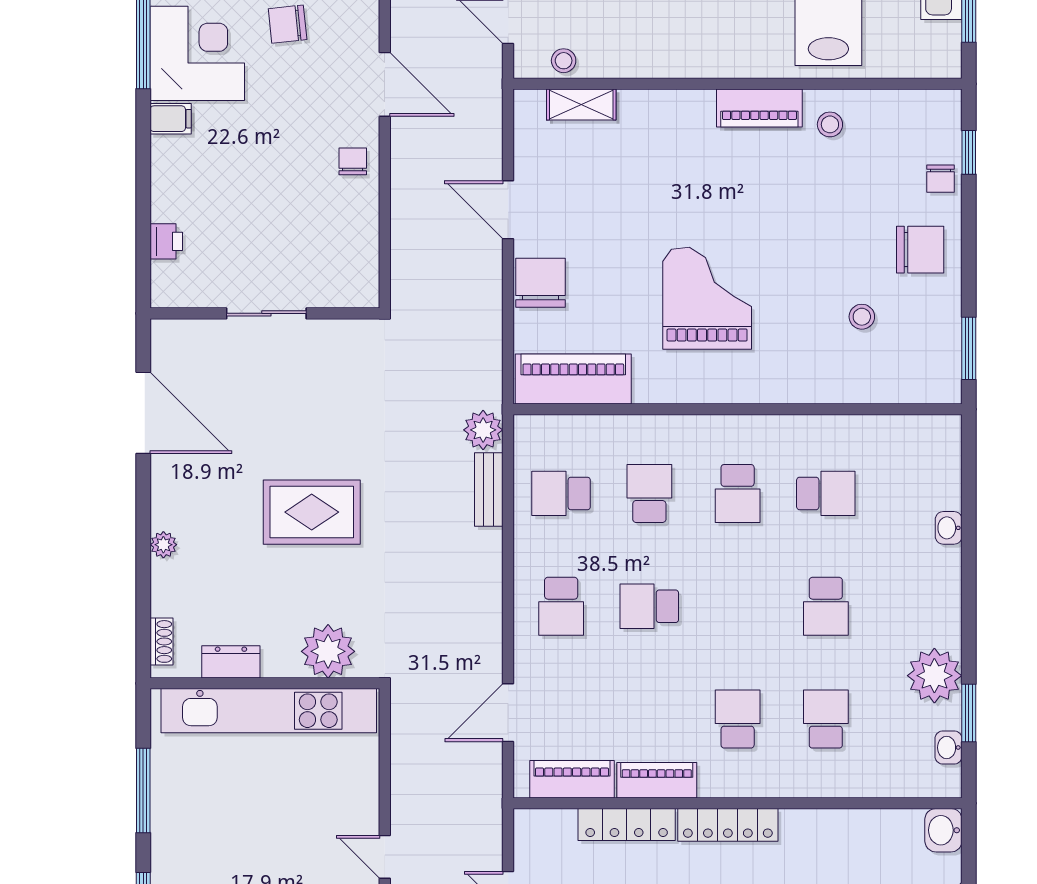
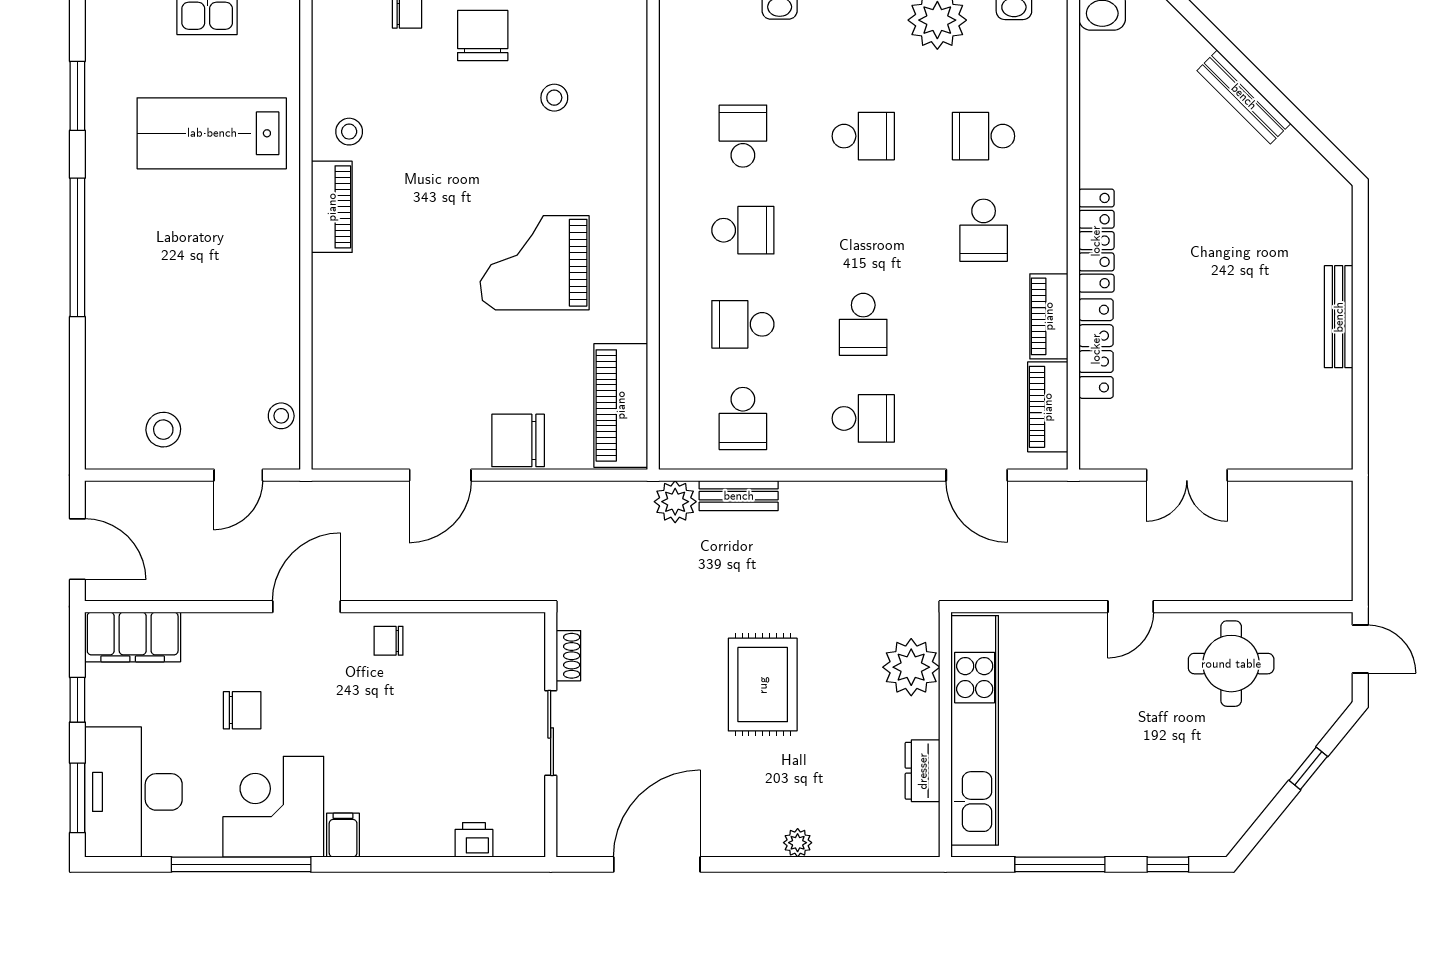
chair: (288, 24) -> (242, 710), turned -84
shelving: (581, 105) -> (328, 397), removed
shoe rack: (162, 641) -> (568, 656), moved, turned 90
school desk: (738, 719) -> (984, 230), turned -90

